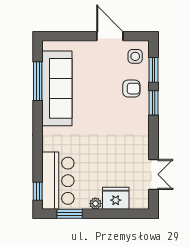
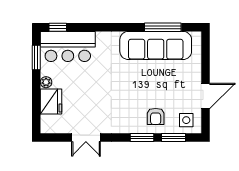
double door: (154, 174) -> (86, 138), moved

